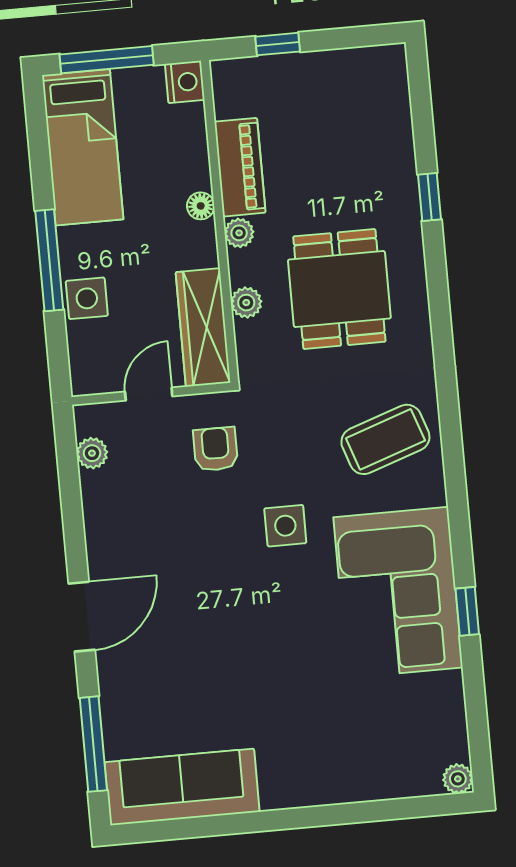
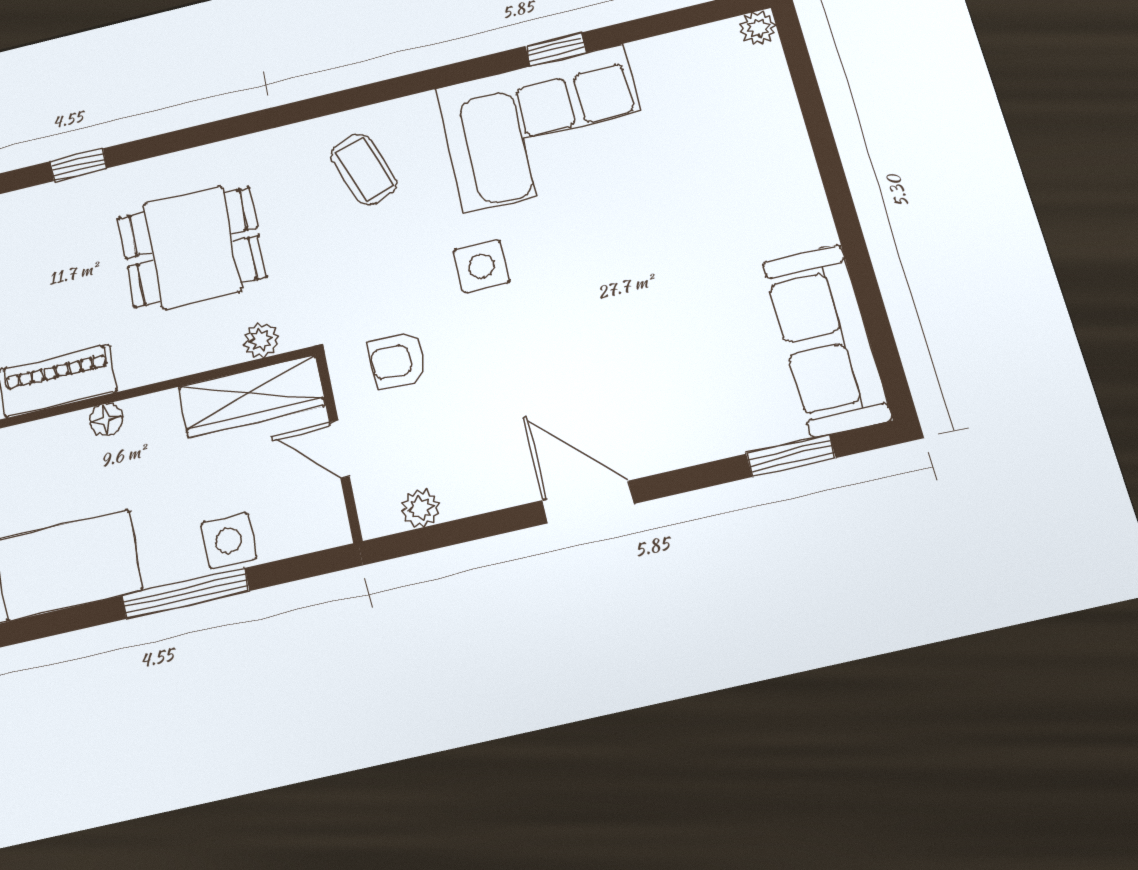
plant: (239, 233) -> (135, 371), removed
plant: (246, 303) -> (261, 340), moved
coffee table: (385, 439) -> (364, 169), width x0.73, depth x0.77
door: (82, 617) -> (588, 502), moved
window: (93, 744) -> (791, 456), width x0.69

